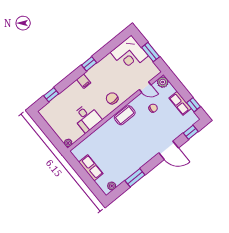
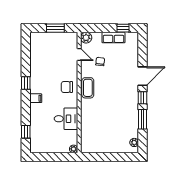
corner desk: (129, 54) -> (43, 46), removed
door: (145, 87) -> (79, 55), hinge flipped
window: (191, 132) -> (143, 98), moved
row of seats: (91, 168) -> (107, 147), removed

